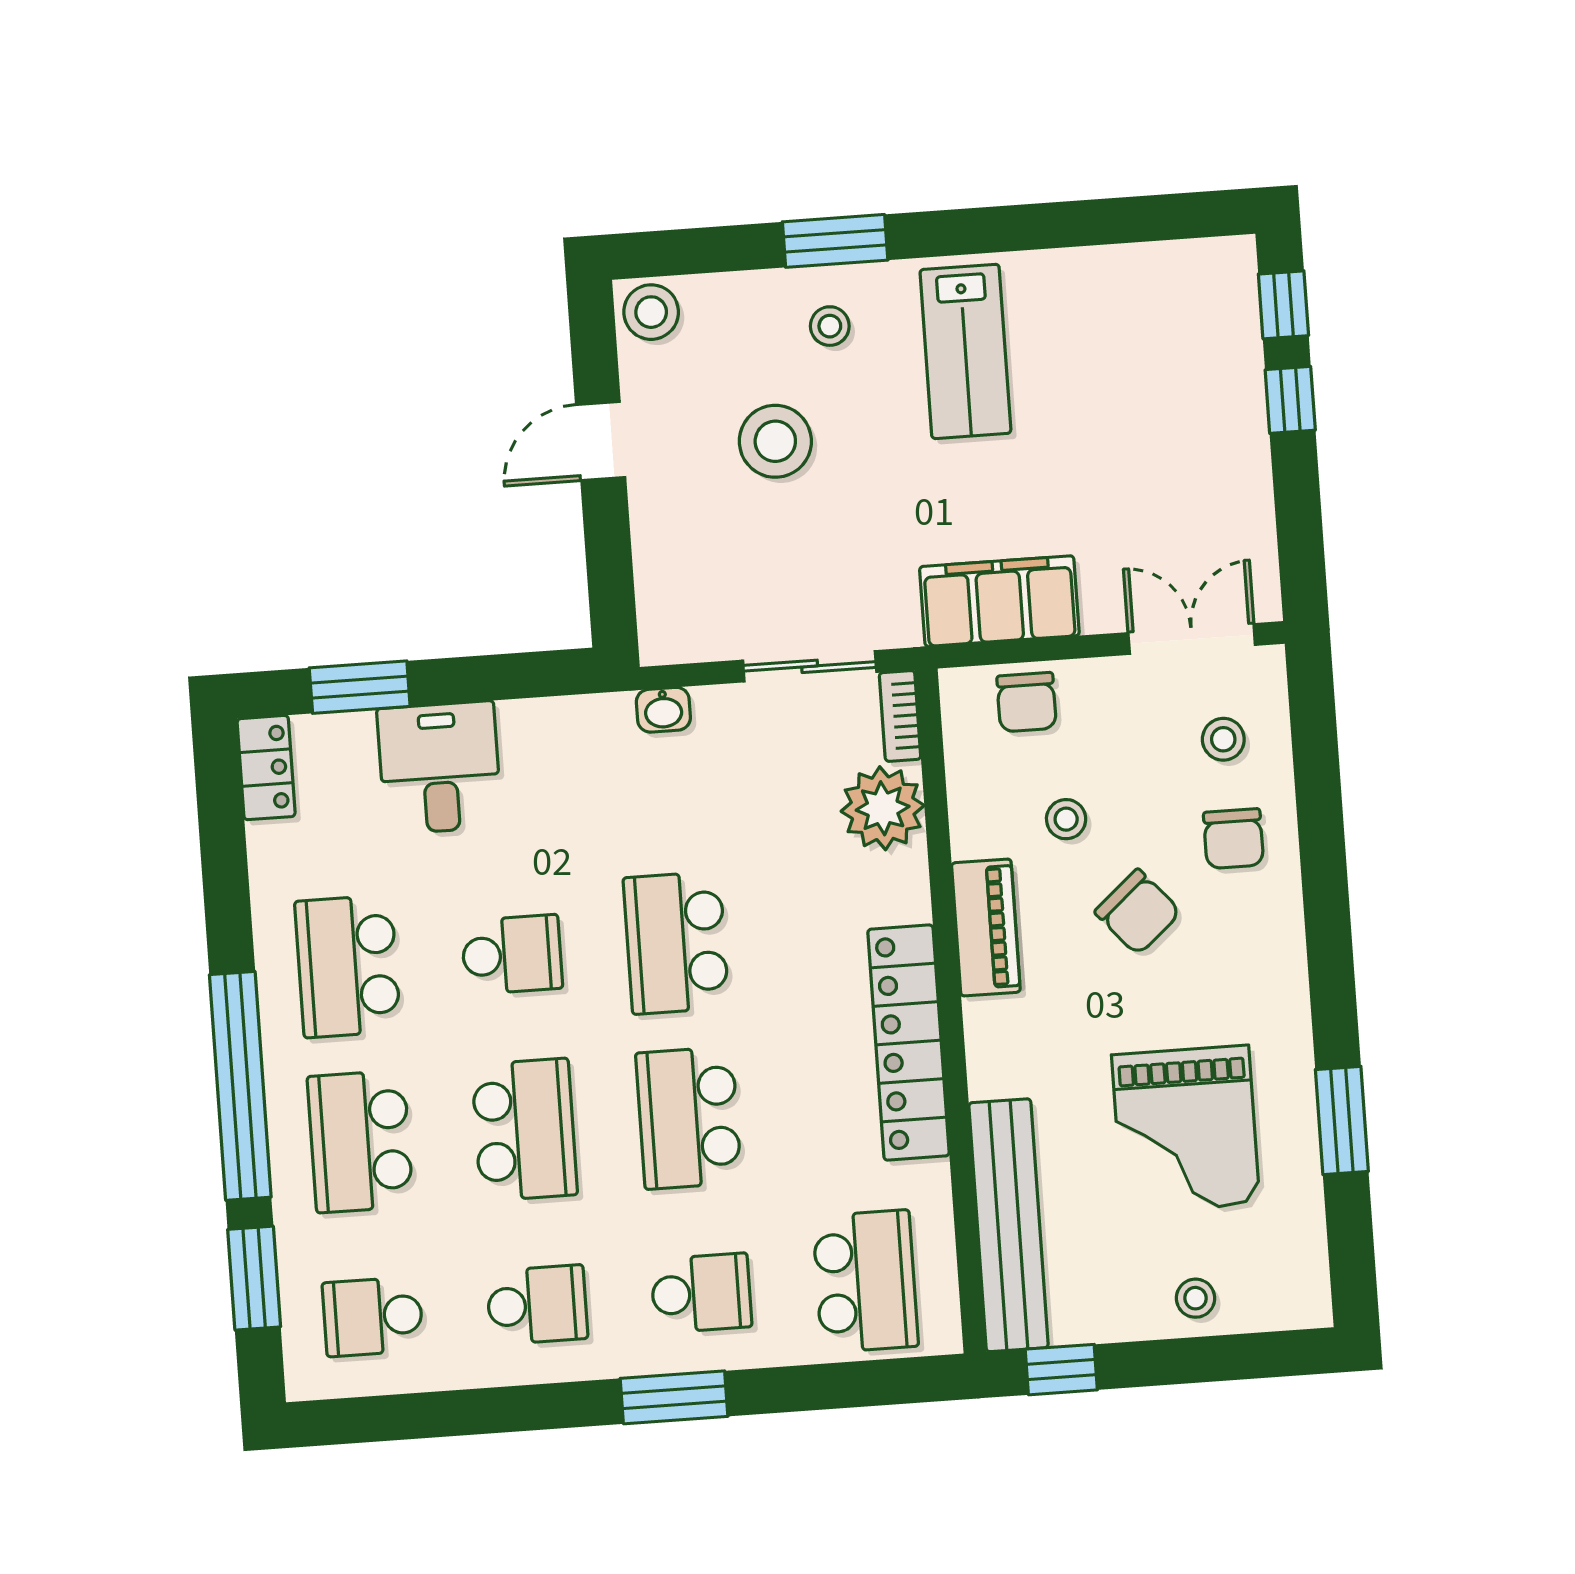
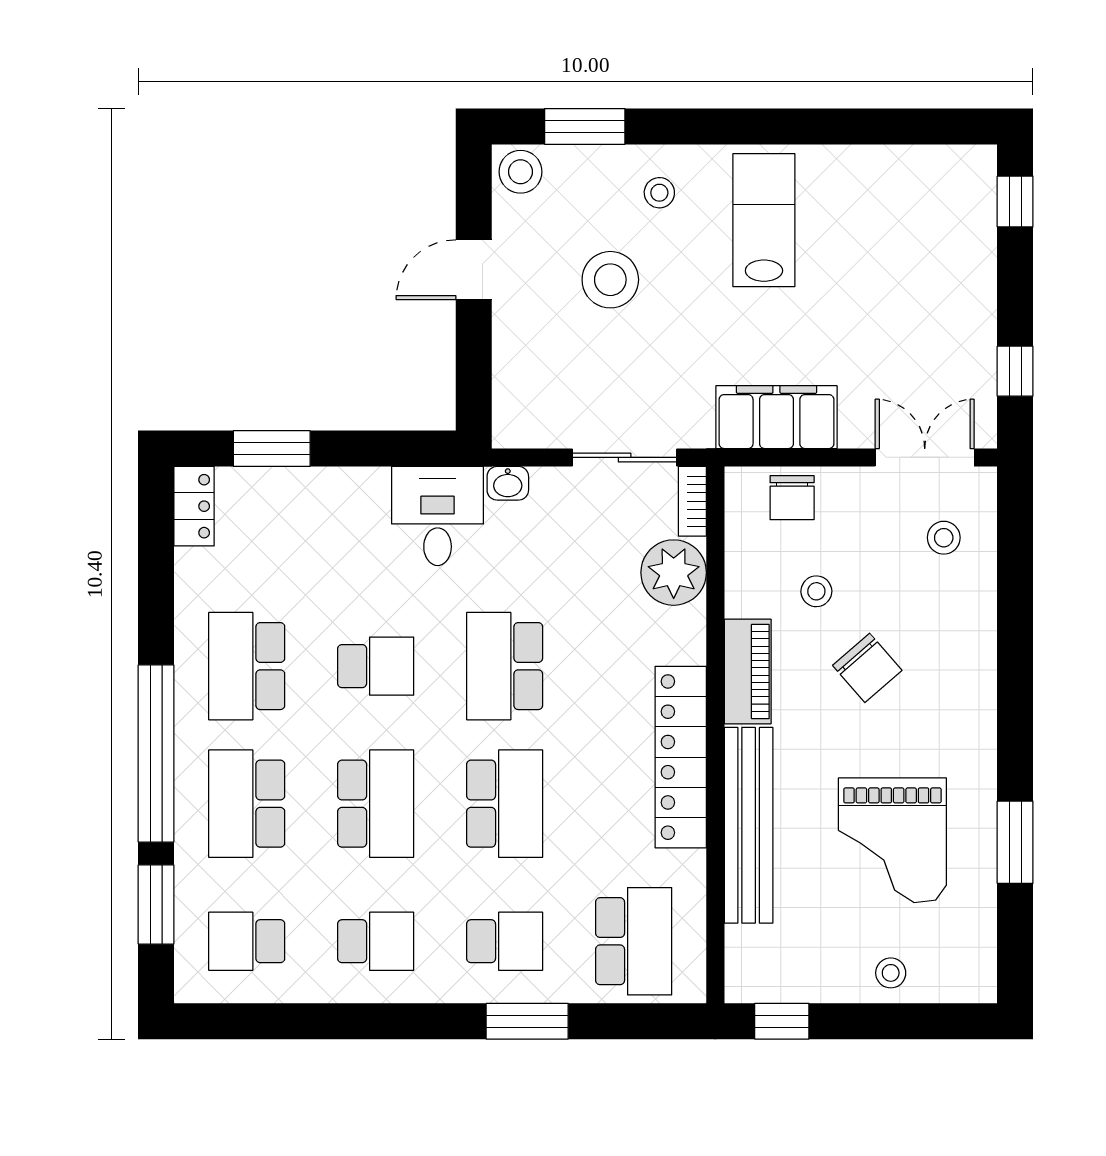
window: (835, 241) -> (585, 126), moved
lab bench: (965, 351) -> (764, 220), turned 180
window: (1290, 400) -> (1015, 371), moved
desk: (439, 768) -> (438, 516), moved
chair: (1233, 839) -> (946, 616), removed
school desk: (689, 1118) -> (505, 804), turned 180
bench: (1008, 1225) -> (749, 825), moved
window: (674, 1397) -> (527, 1021), moved

